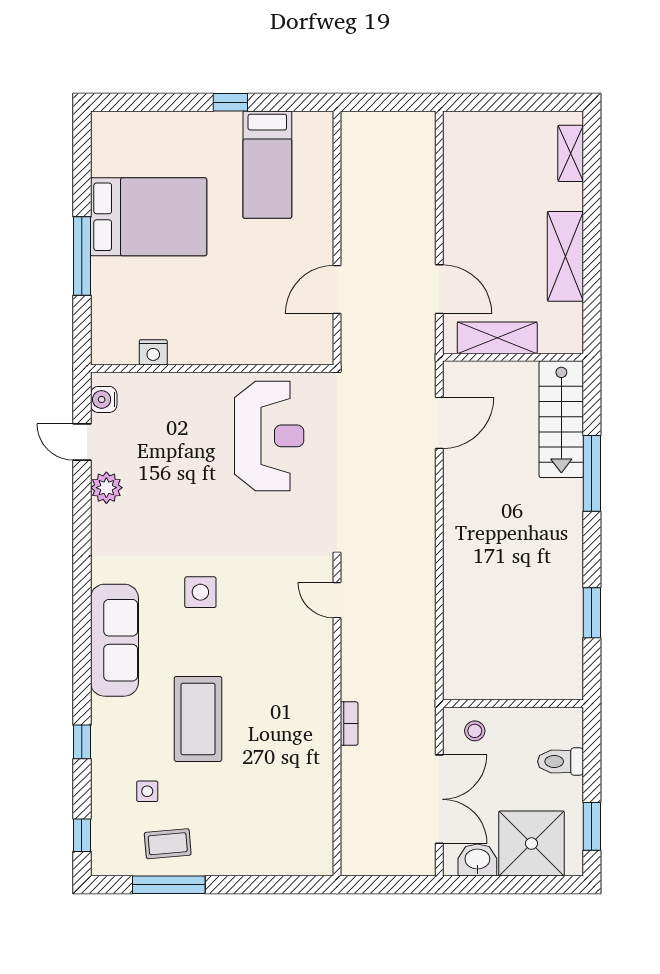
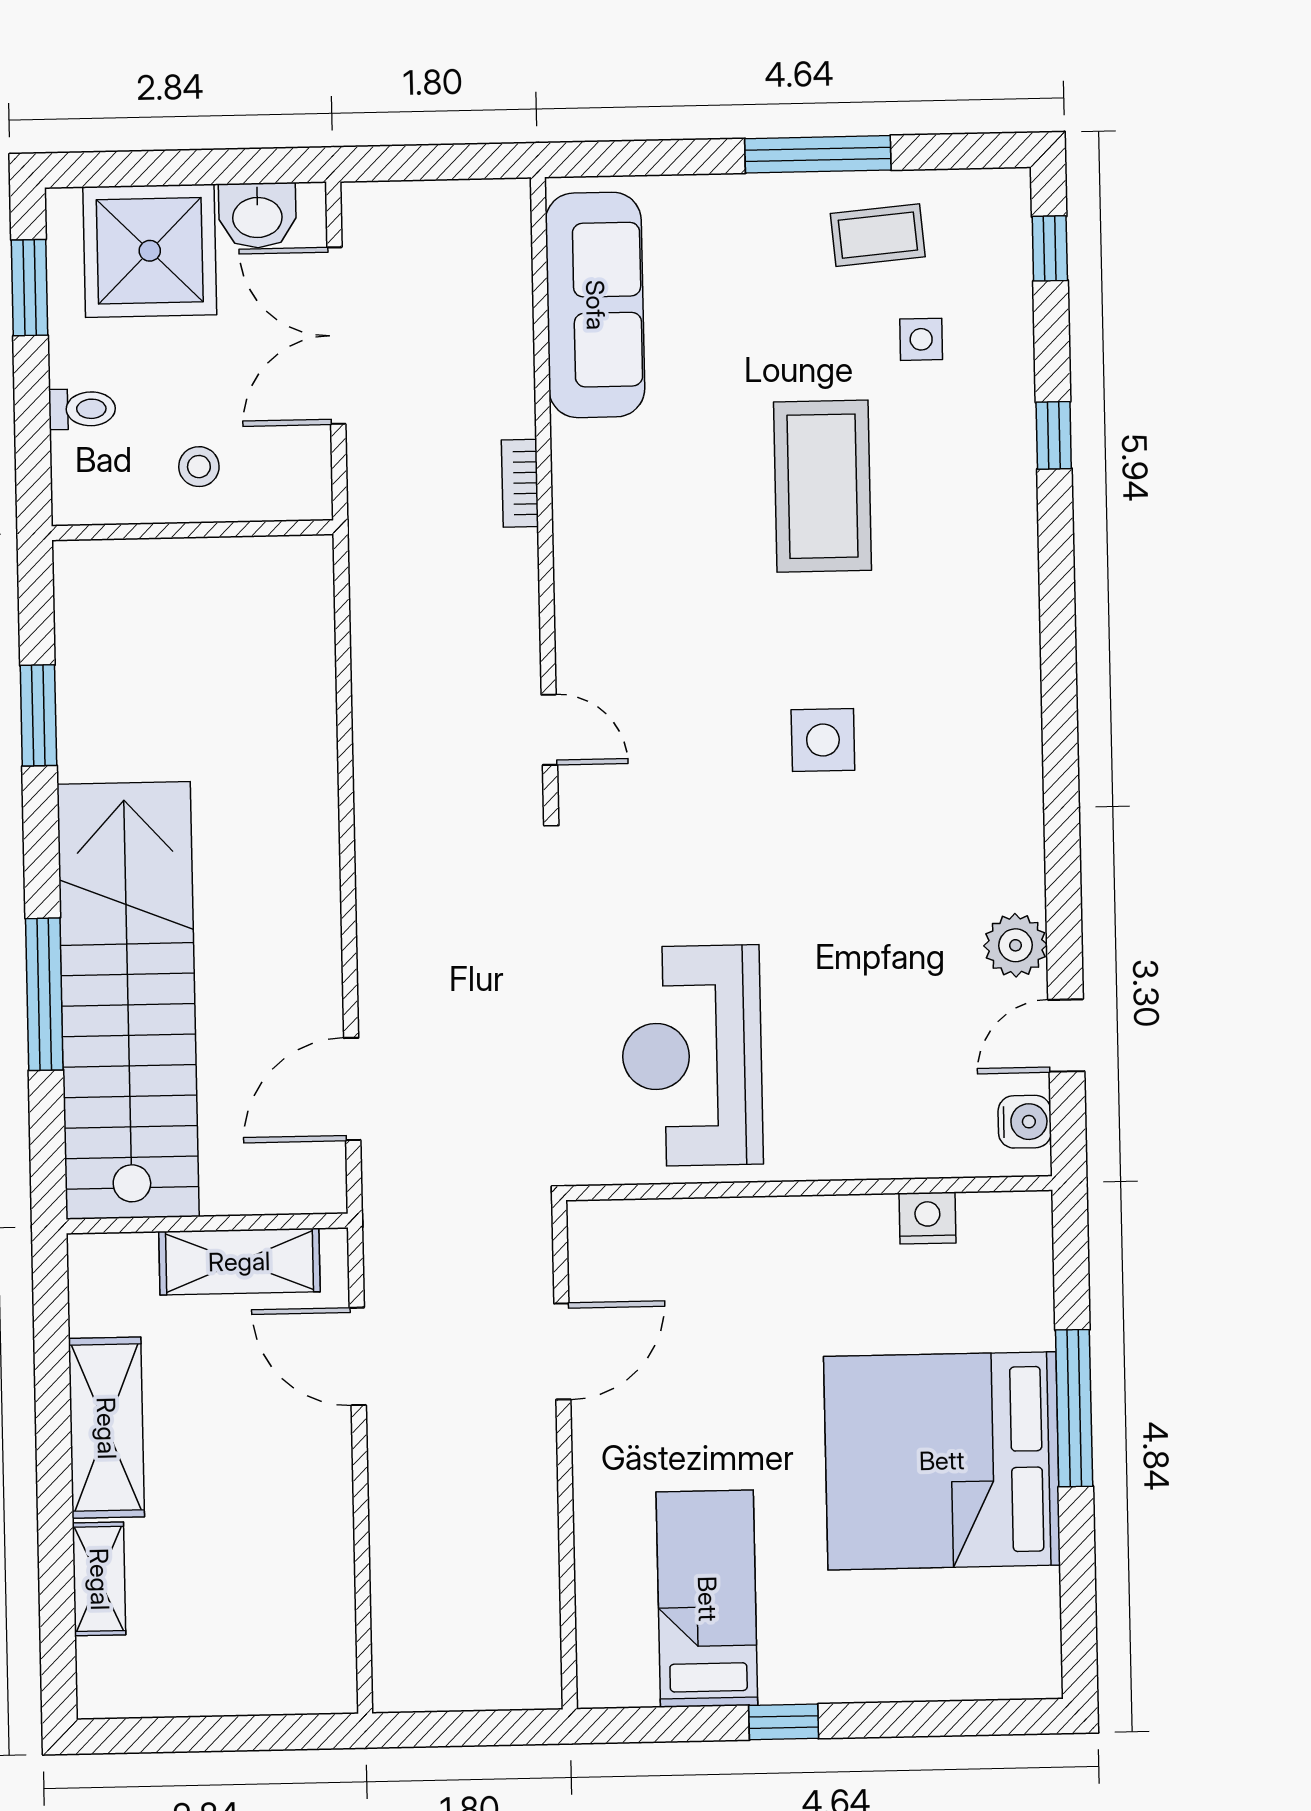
shelving: (571, 153) -> (99, 1579), moved
bed: (149, 217) -> (942, 1461), width x1.36
stairs: (561, 419) -> (128, 1000), width x1.86, depth x1.51
door: (82, 442) -> (1066, 1036), swing flipped
sofa: (114, 640) -> (595, 305), moved, turned 180
stool: (475, 731) -> (199, 467), moved
toilet: (561, 761) -> (82, 409), width x0.73, depth x0.72
window: (169, 885) -> (818, 154), moved

